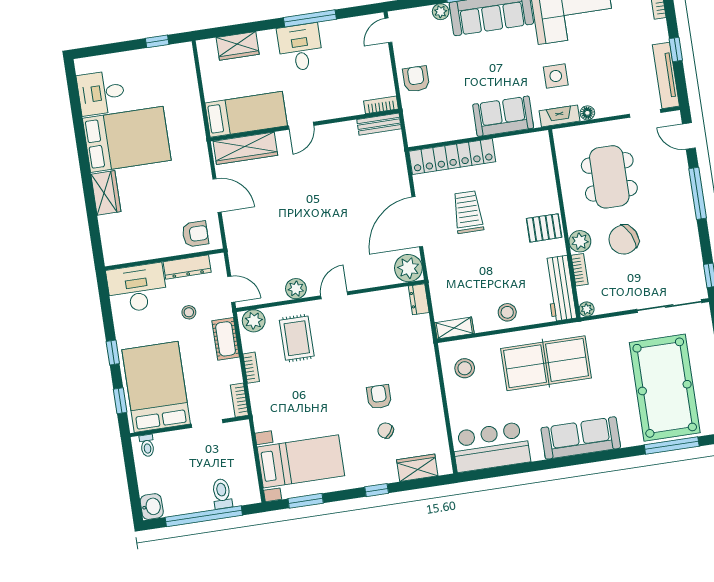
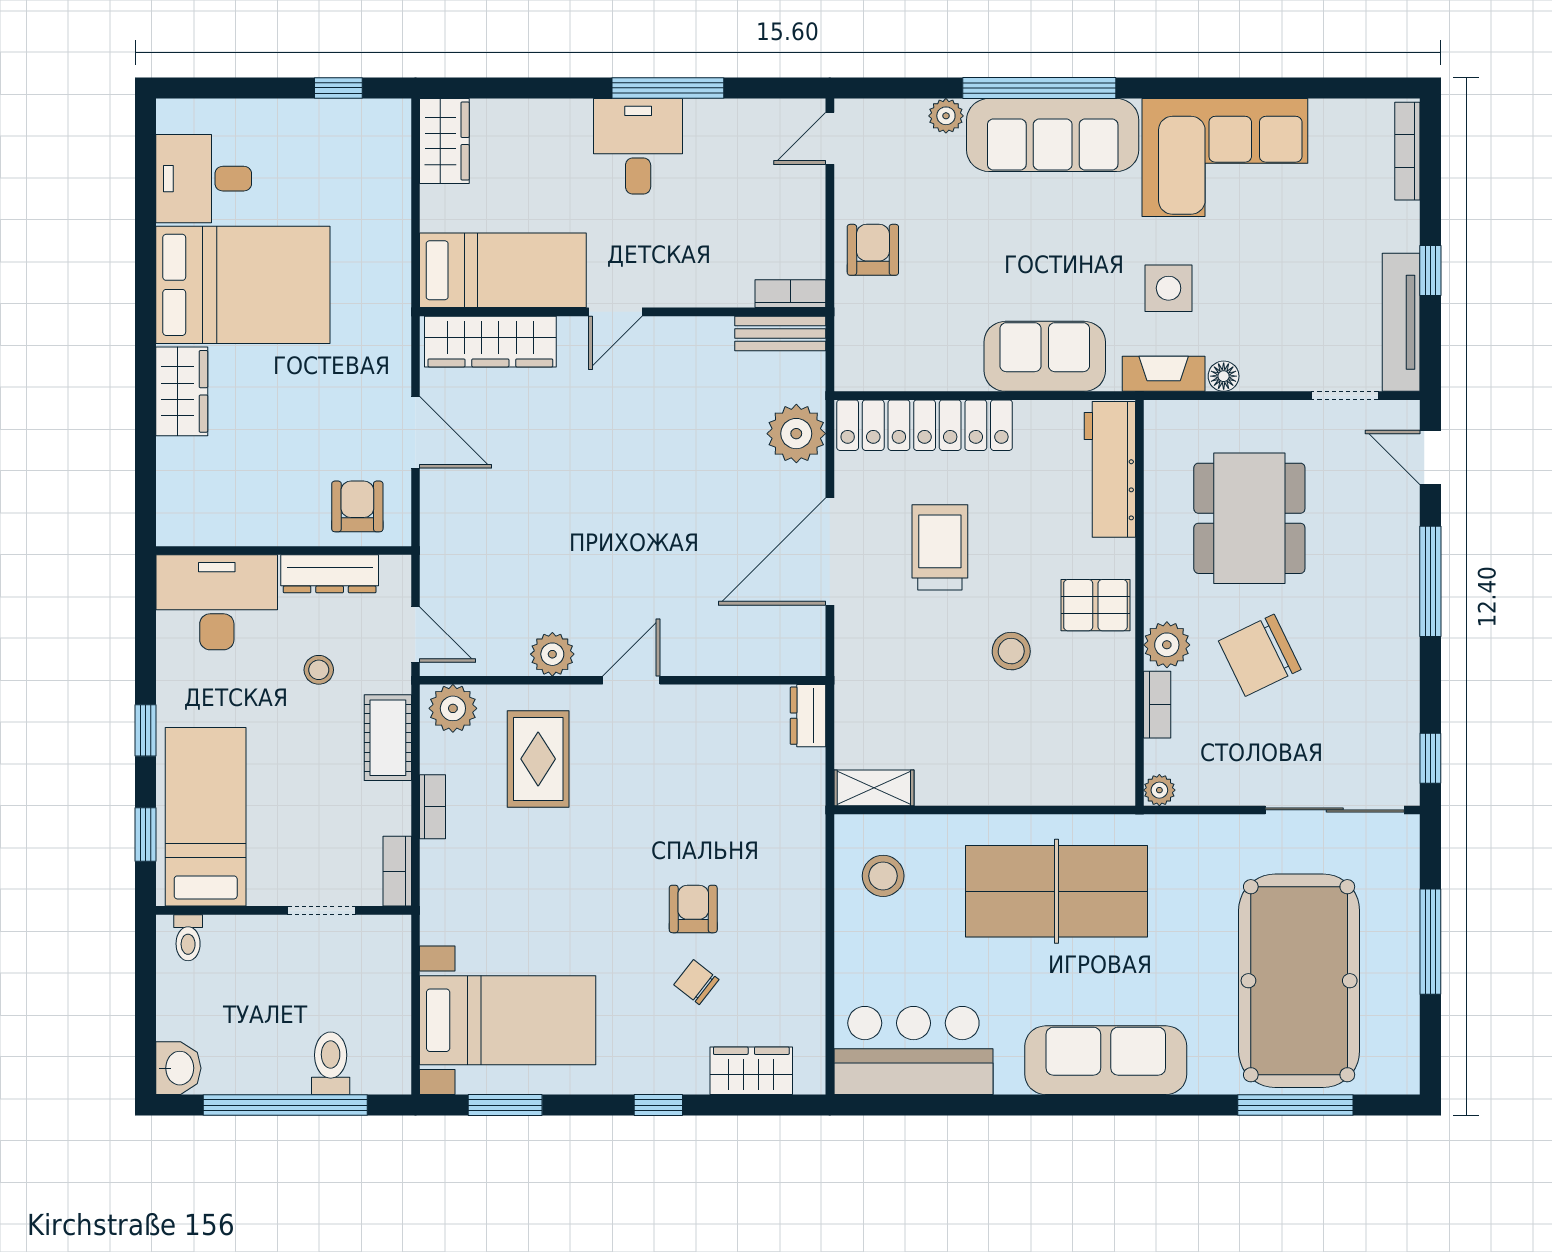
wardrobe: (238, 46) -> (444, 141), moved, turned -90
armchair: (195, 234) -> (357, 506), turned -90
plant: (408, 268) -> (796, 434), moved
workbench: (560, 288) -> (1110, 469), moved
stool: (507, 312) -> (1011, 651), moved
bed: (156, 387) -> (206, 817), width x0.67

